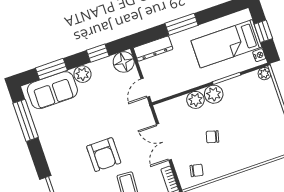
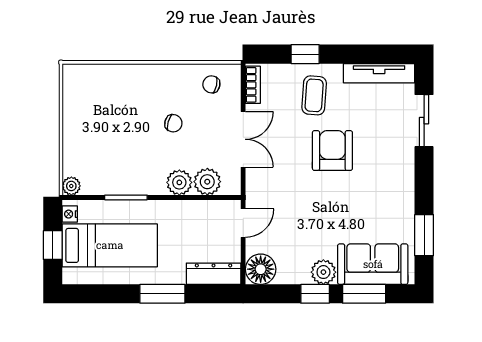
window: (98, 53) -> (315, 294), moved
plant: (214, 94) -> (207, 182), moved
window: (26, 120) -> (424, 235), width x0.69

